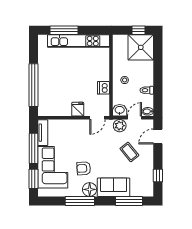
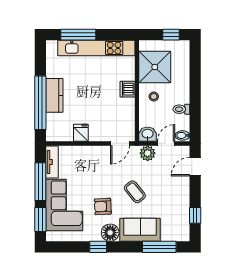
shower: (141, 47) -> (155, 67), moved
kitchen counter: (45, 79) -> (54, 95), added
dishwasher: (103, 88) -> (127, 89), moved
fridge: (78, 109) -> (81, 133), moved
coffee table: (129, 152) -> (135, 192), moved
window: (80, 201) -> (98, 247), width x0.46

